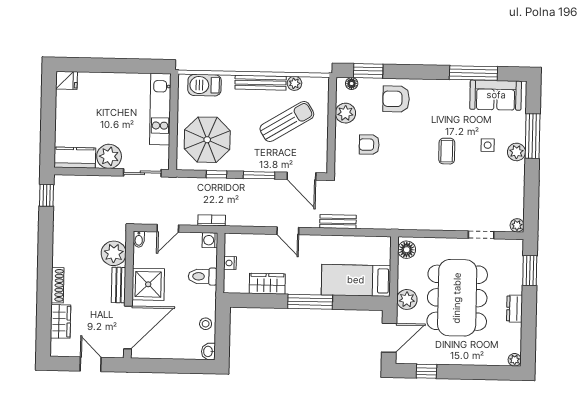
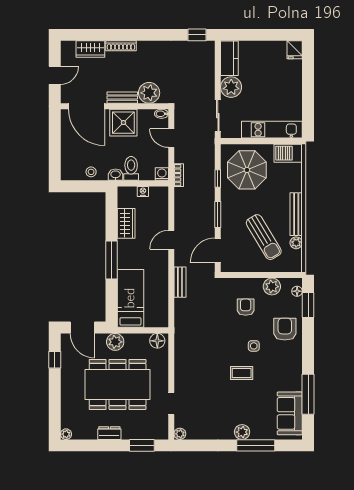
barbecue: (205, 85) -> (288, 153), moved, turned -90
side table: (488, 145) -> (254, 346), moved
washbasin: (208, 351) -> (116, 175), moved

